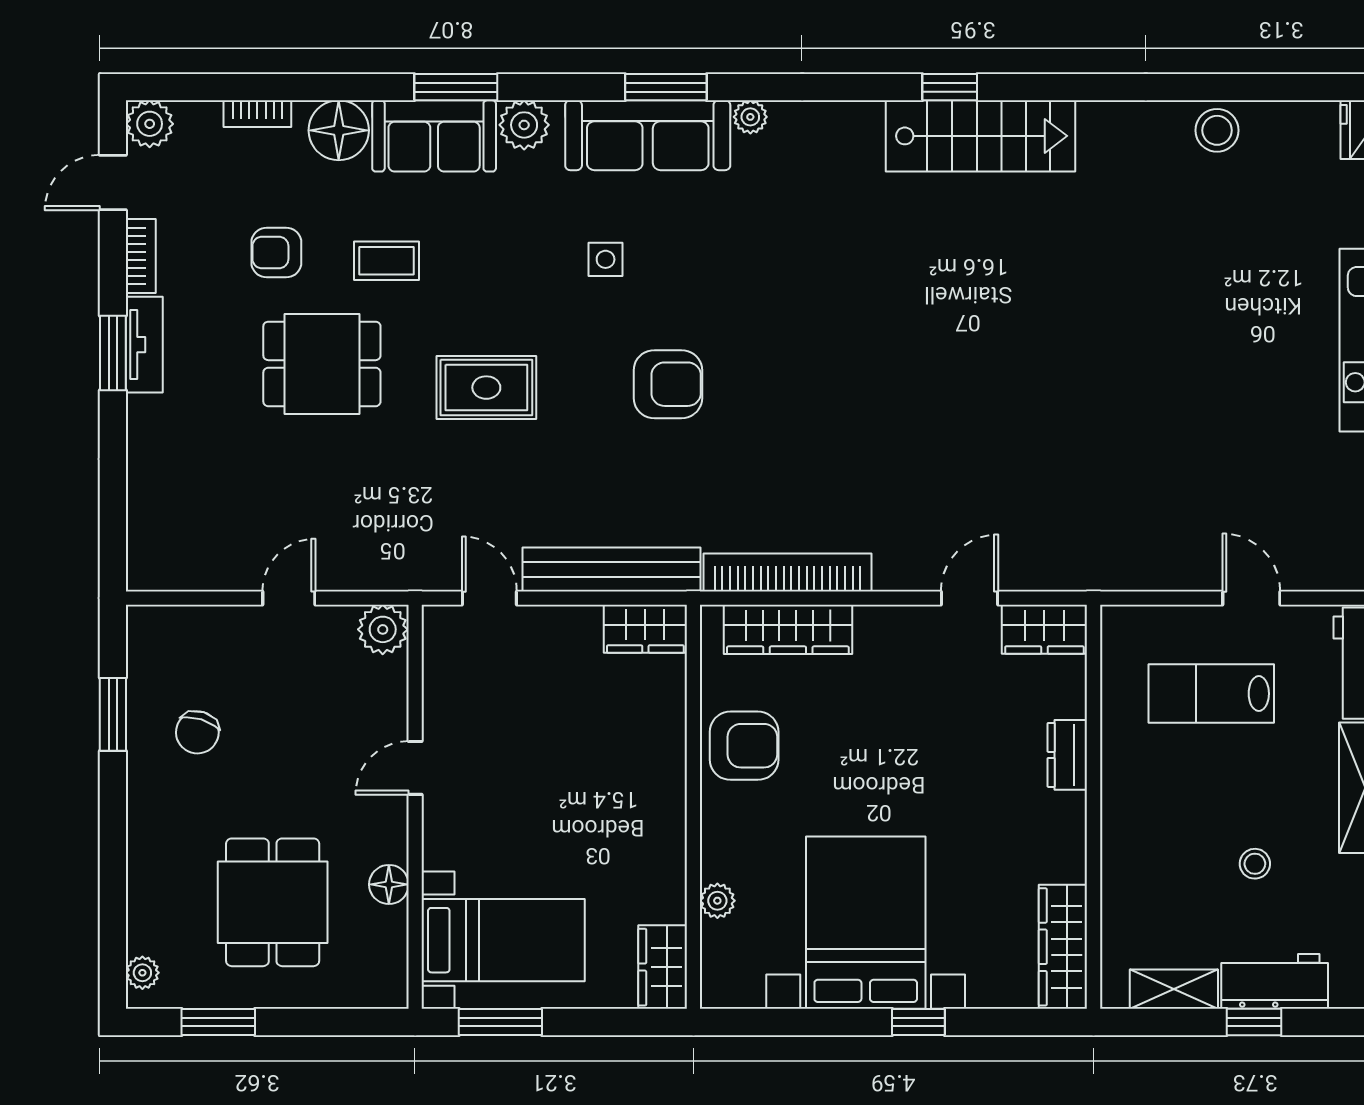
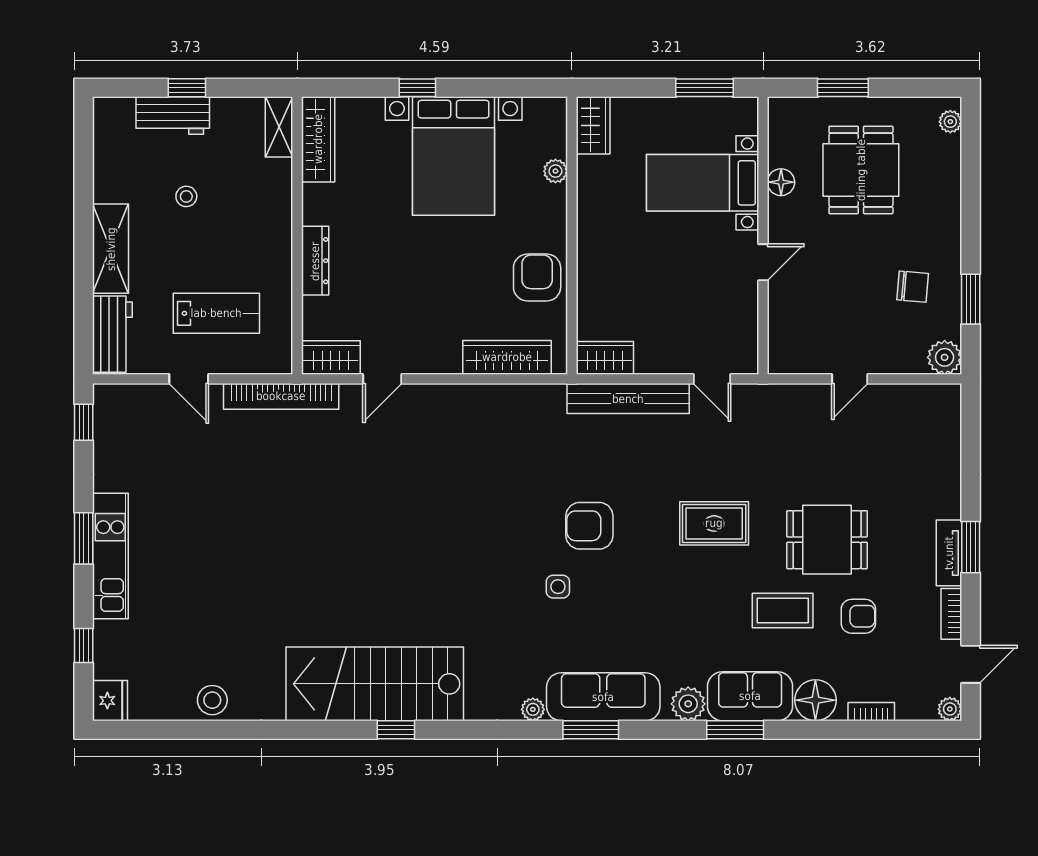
plant: (150, 124) -> (950, 709), width x0.73, depth x0.73
stairs: (980, 136) -> (375, 684), width x1.36, depth x1.51
side table: (606, 259) -> (558, 587), moved
coffee table: (386, 261) -> (783, 611), width x1.36, depth x1.30
bookcase: (788, 573) -> (281, 396), moved
plant: (383, 629) -> (945, 357), moved
chair: (197, 732) -> (913, 287), turned 78
armchair: (744, 746) -> (537, 277), turned 90
dresser: (1067, 755) -> (315, 261), width x1.44
bed with nightstands: (503, 940) -> (703, 183), moved
shelving: (1174, 989) -> (279, 127), moved, turned 90
window: (218, 1022) -> (843, 88), moved

